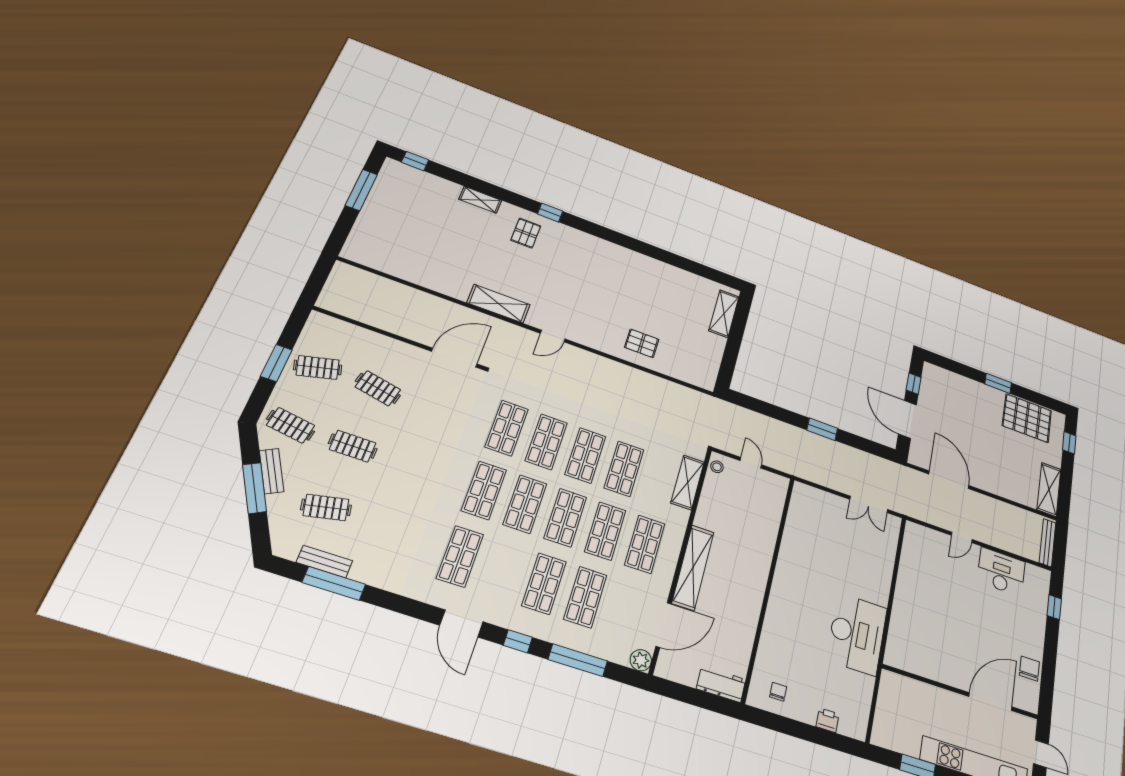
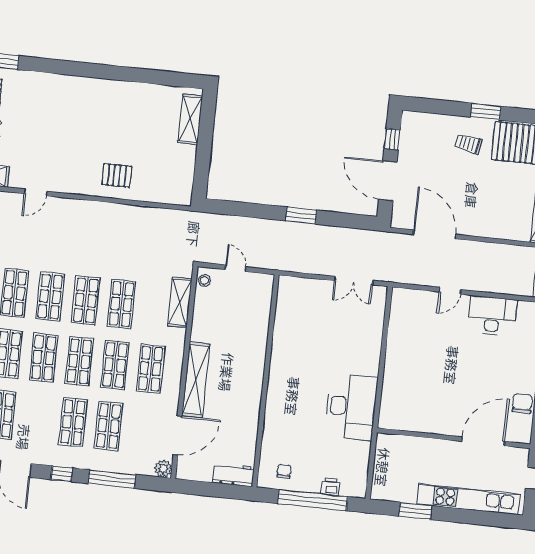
trolley: (982, 407) -> (468, 144), added
window: (807, 732) -> (313, 500), added

